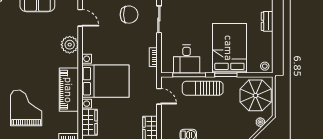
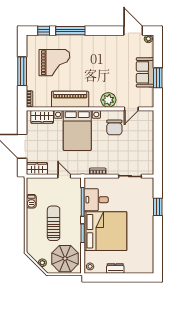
chair: (129, 15) -> (114, 127), moved
dresser: (267, 21) -> (115, 268), moved
bed: (229, 48) -> (105, 231), width x1.36
sun lounger: (203, 88) -> (54, 223), moved
door: (159, 96) -> (64, 176), swing flipped

